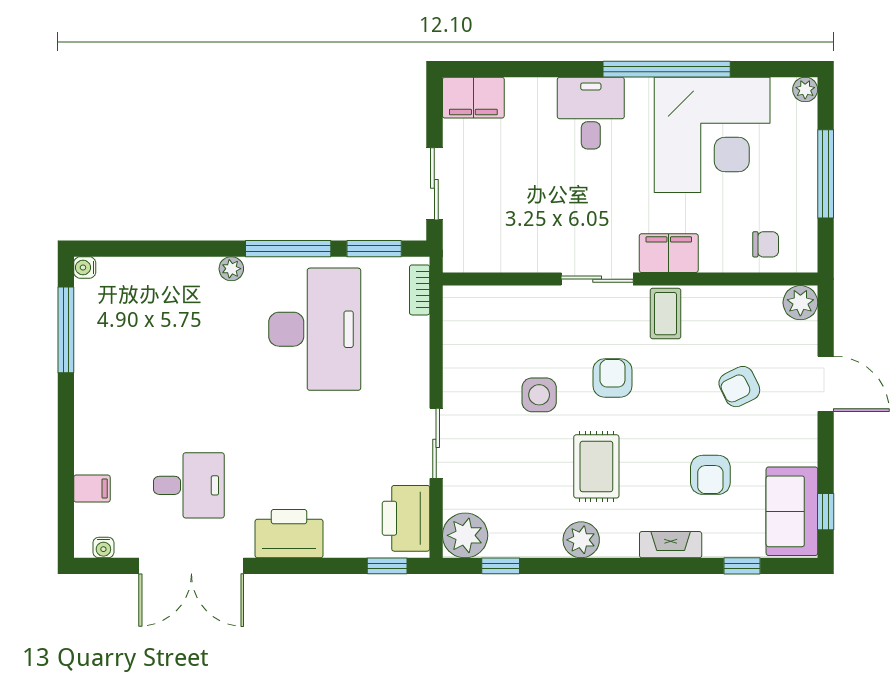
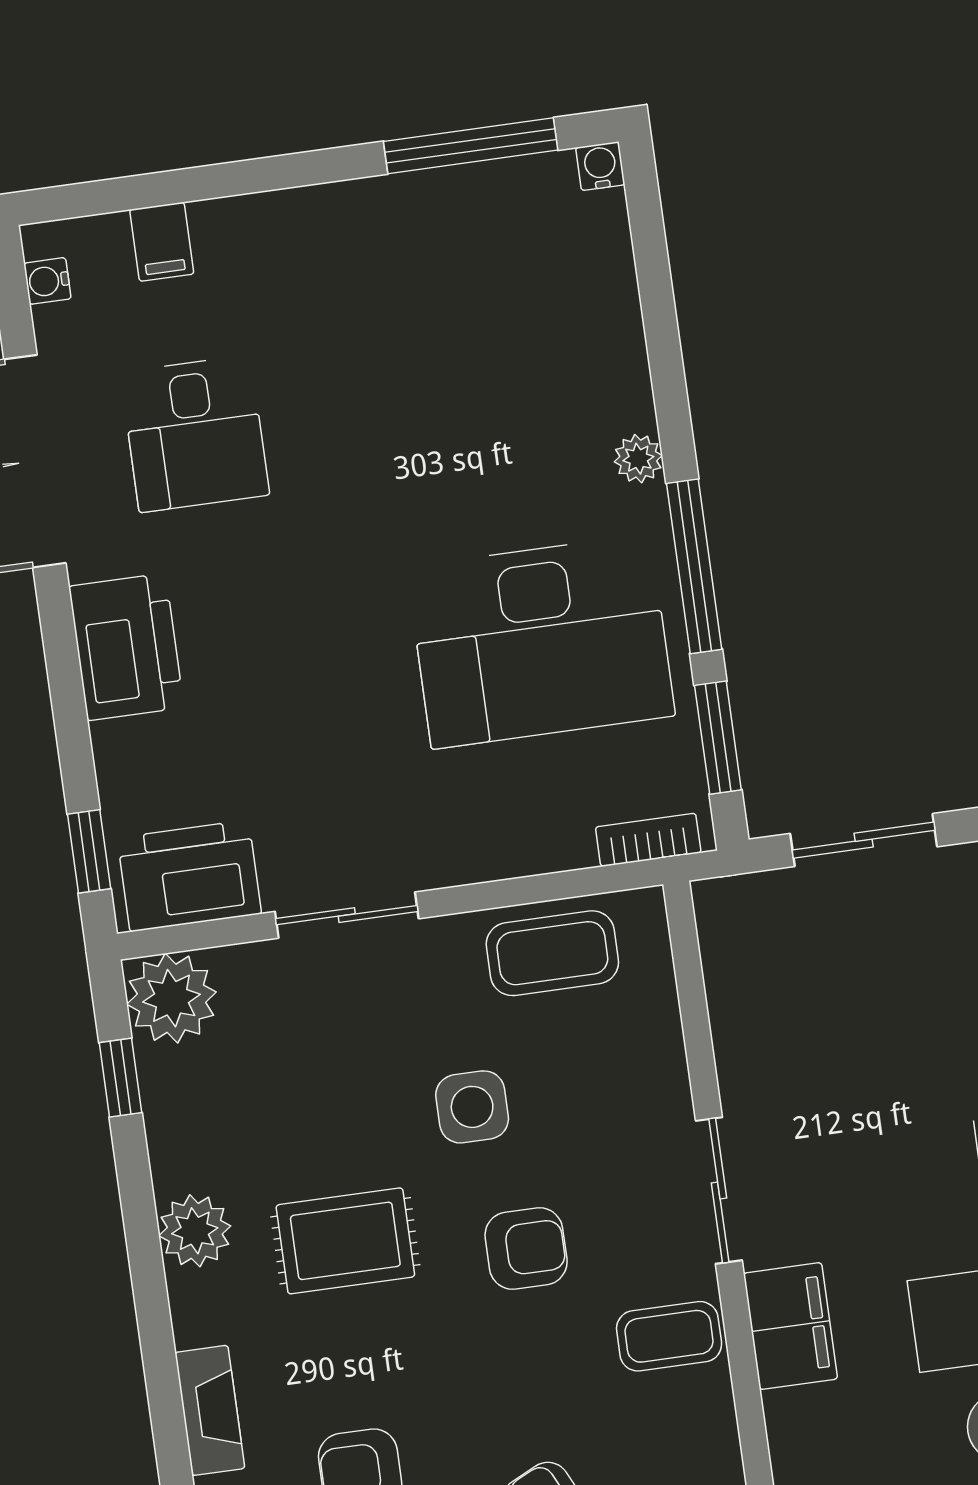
coffee table: (469, 345) -> (552, 953), added

